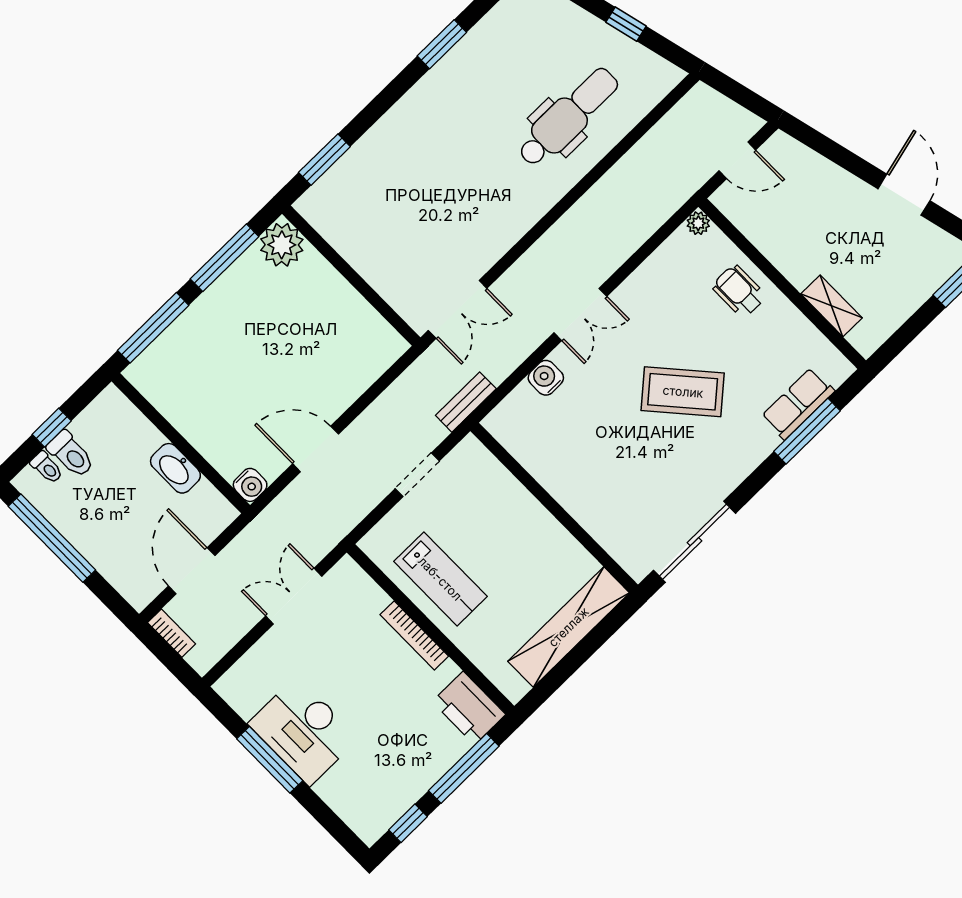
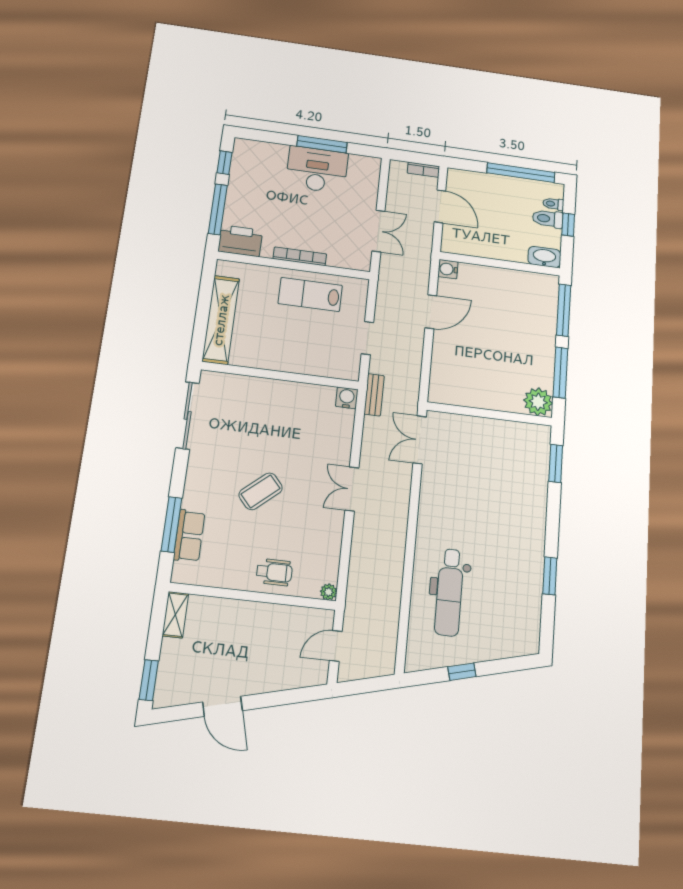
shelving: (832, 306) -> (175, 615), moved, turned 90
water cooler: (546, 378) -> (347, 398), moved, turned -90
coffee table: (683, 392) -> (261, 491), width x0.73, depth x0.76
washbasin: (175, 468) -> (544, 257), moved

